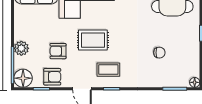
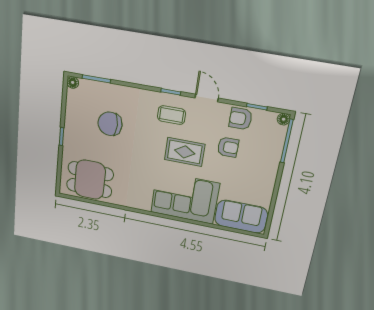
plant: (21, 48) -> (272, 159), removed
chair: (159, 53) -> (110, 124), width x1.87, depth x1.87
floor lamp: (23, 78) -> (284, 119), width x0.53, depth x0.53

